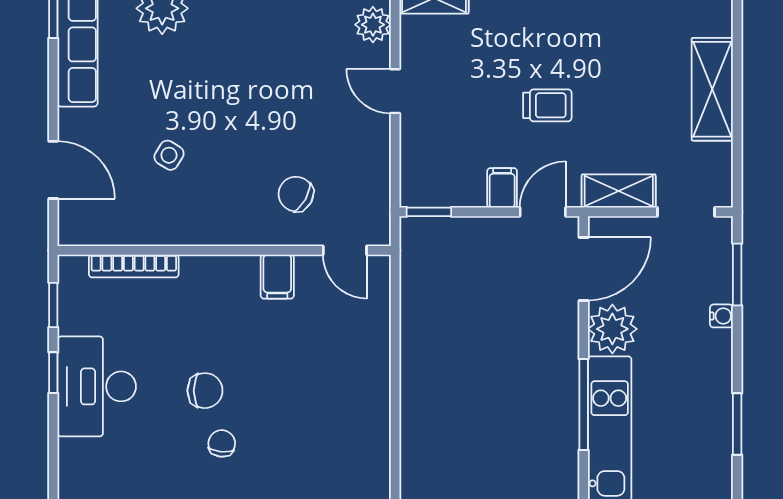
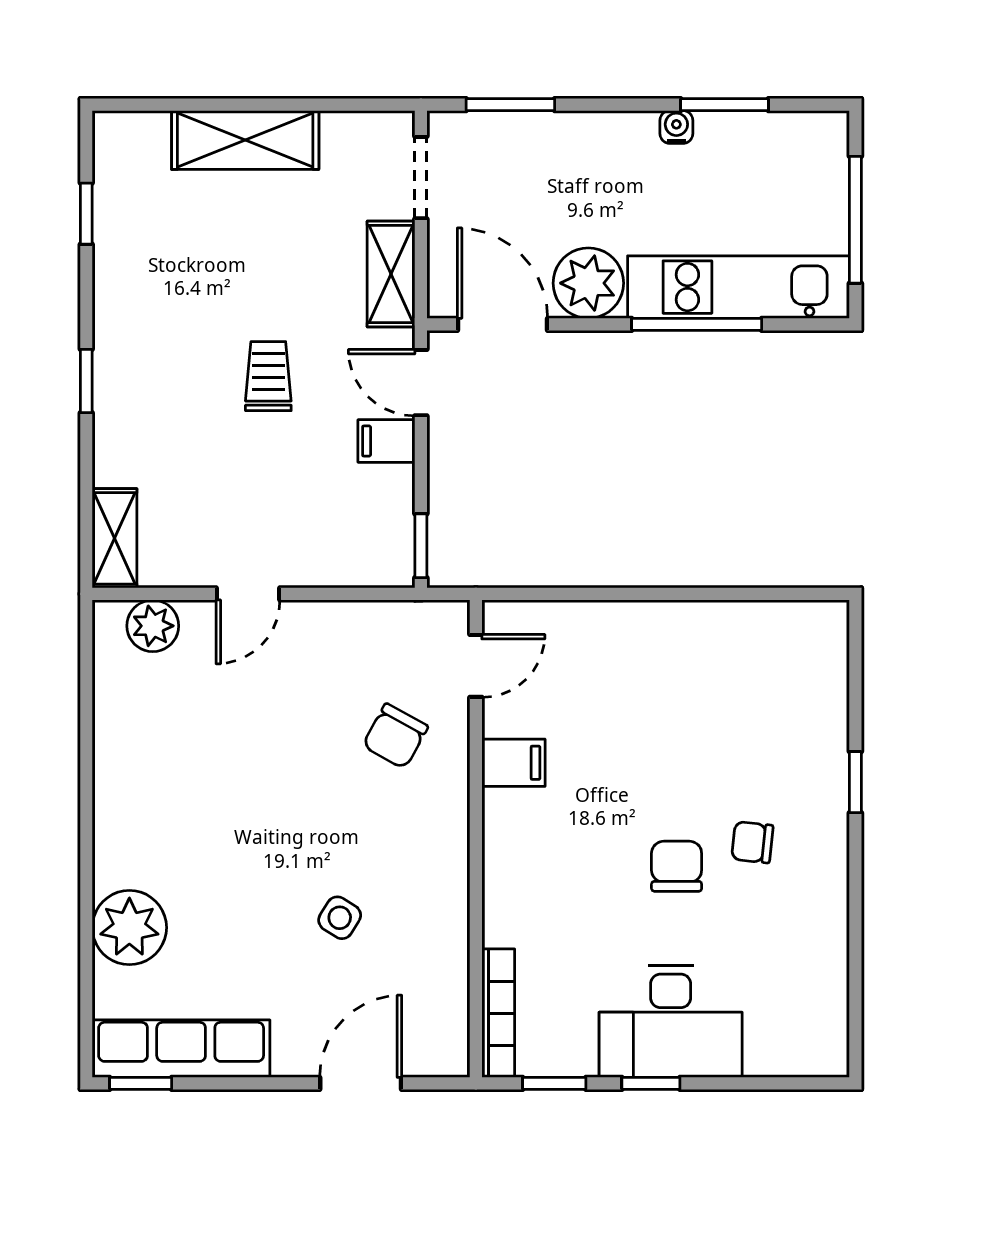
bookcase: (134, 266) -> (498, 1013), moved
water cooler: (721, 316) -> (676, 127), moved

